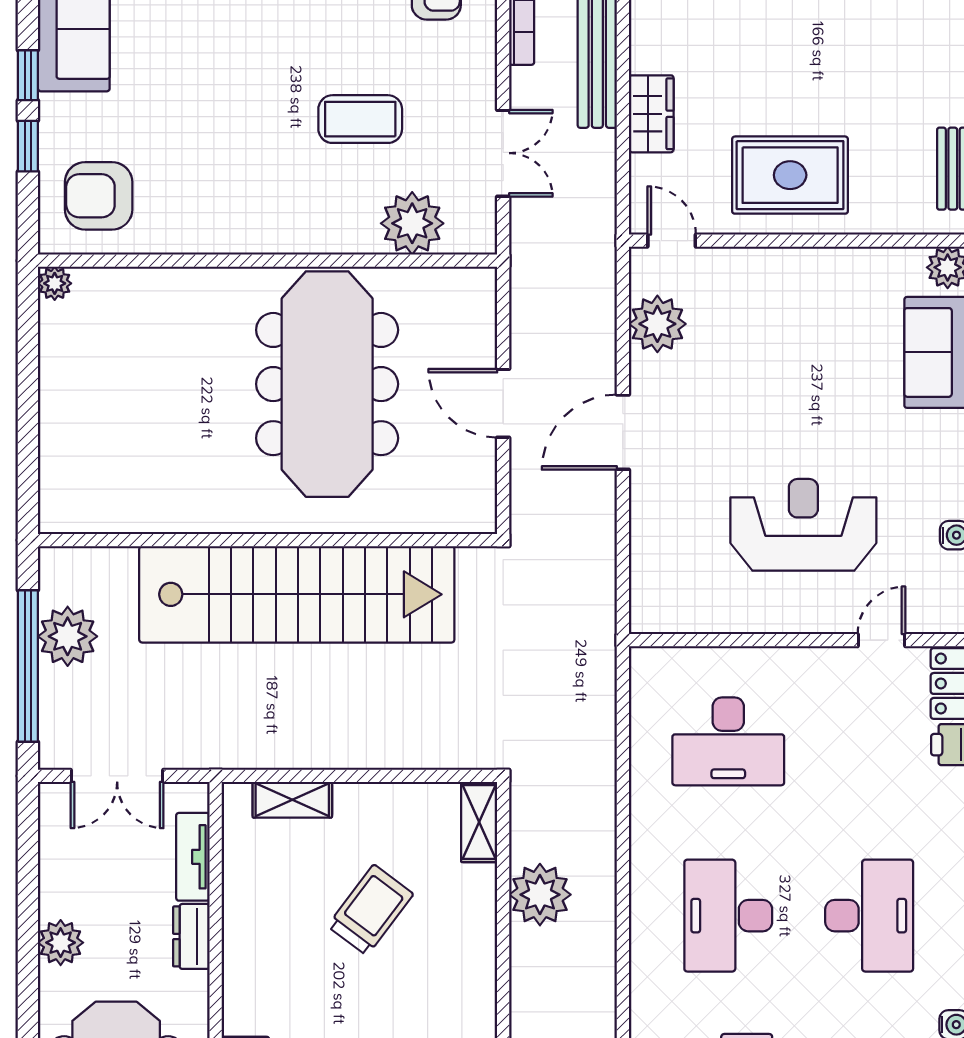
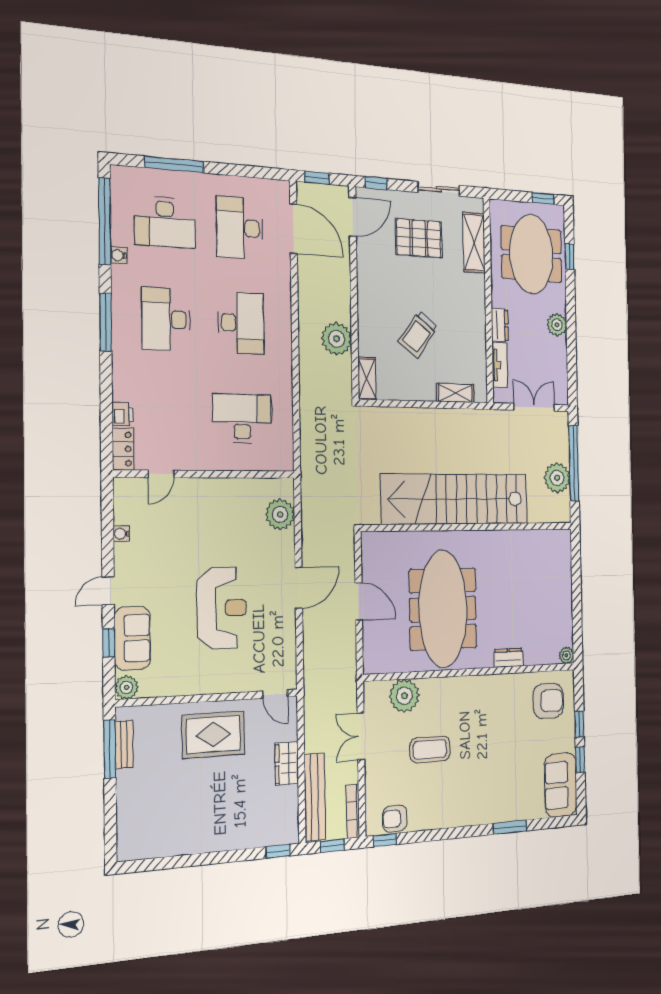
dresser: (186, 285) -> (508, 658), added
plant: (657, 324) -> (280, 514), moved
reception desk: (803, 525) -> (222, 608), moved, turned -90

